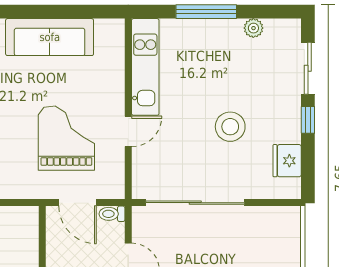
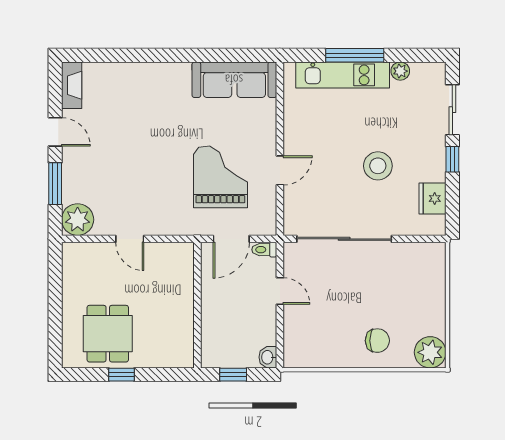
sofa: (50, 37) -> (234, 80), moved
kitchen unit: (145, 67) -> (343, 75), moved, turned 90
door: (78, 203) -> (231, 239), hinge flipped

